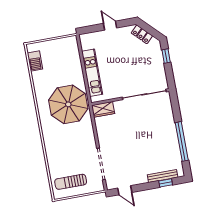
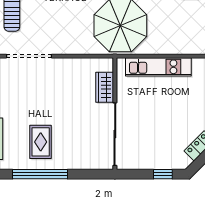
wardrobe: (103, 109) -> (105, 87), moved
rug: (159, 145) -> (41, 142), added

